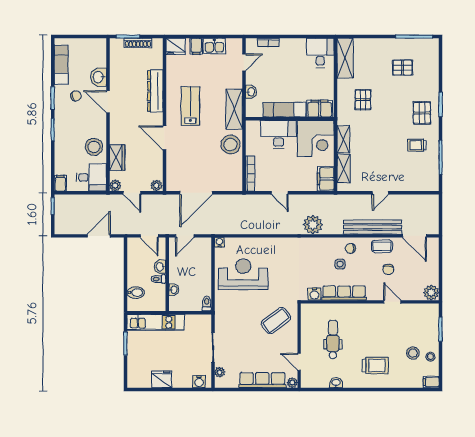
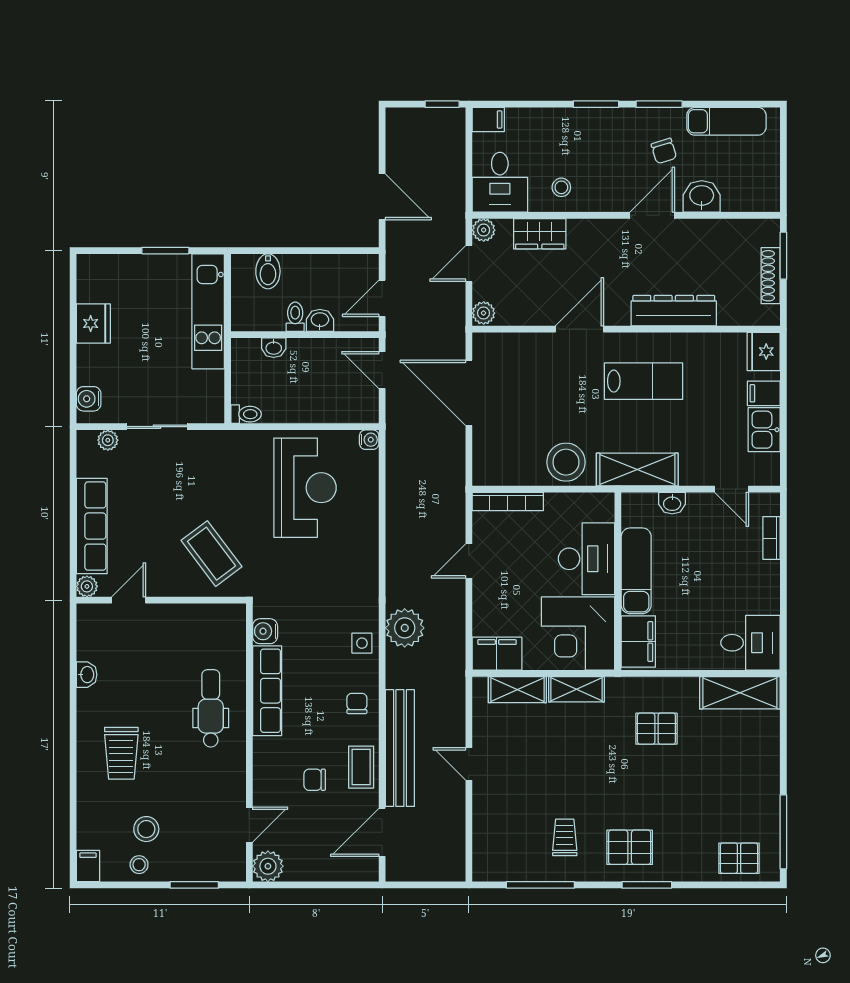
pallet: (403, 68) -> (739, 858), moved, turned 90
stool: (94, 147) -> (561, 187), width x0.53, depth x0.53
side table: (340, 264) -> (362, 643), moved
door: (392, 302) -> (249, 825), moved
dental chair: (333, 340) -> (211, 708), moved, turned -90

